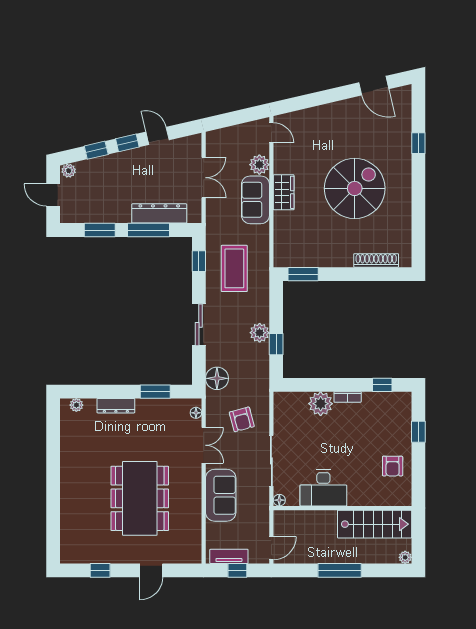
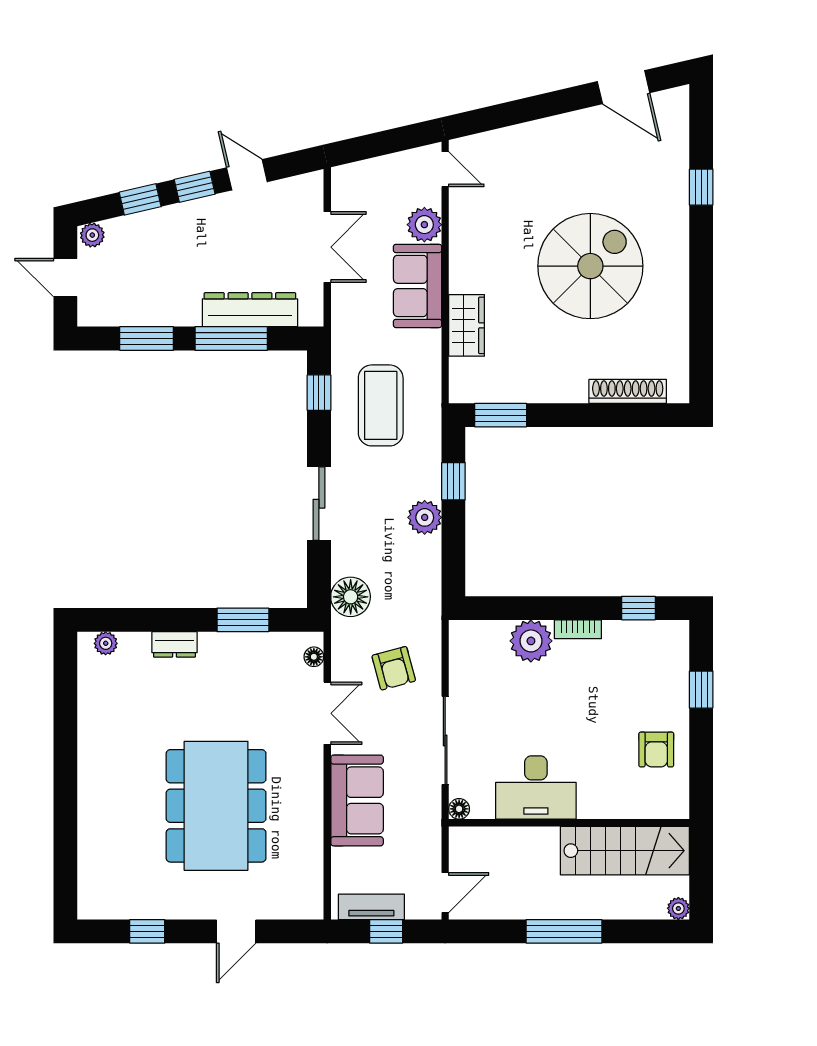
wardrobe: (284, 192) -> (467, 325), moved
window: (276, 344) -> (453, 481), moved
dresser: (116, 406) -> (174, 644), width x0.70

